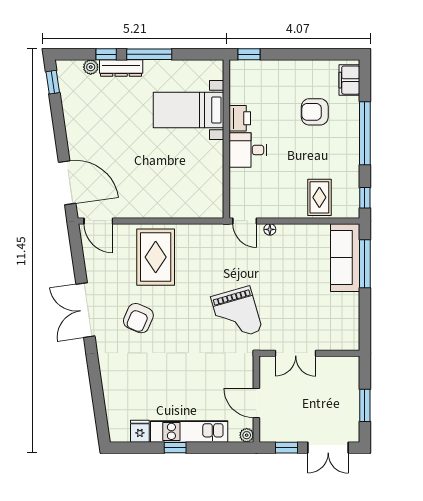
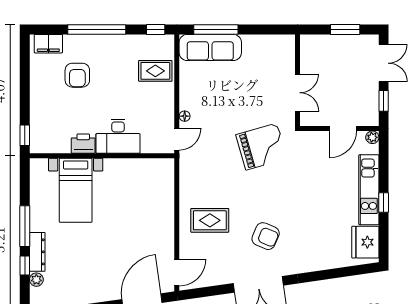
desk: (248, 150) -> (118, 136), width x1.37
rug: (156, 257) -> (210, 220), width x0.73, depth x0.70
fridge: (140, 431) -> (365, 242), width x1.88, depth x1.34

